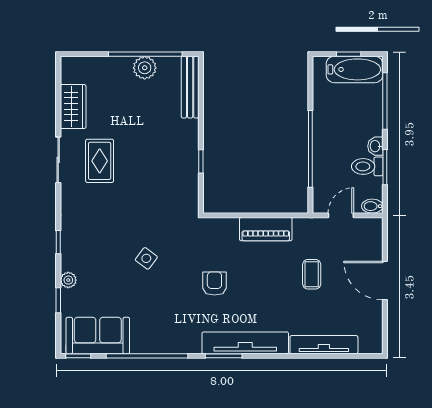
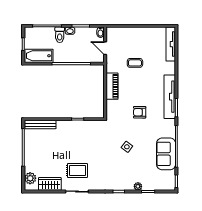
plant: (145, 68) -> (30, 178), moved
bathtub: (355, 69) -> (39, 56), moved, turned -90
toilet: (367, 166) -> (60, 35), moved
door: (385, 281) -> (138, 26), removed
sofa: (98, 336) -> (166, 154), moved
tv unit: (324, 345) -> (171, 44), moved

